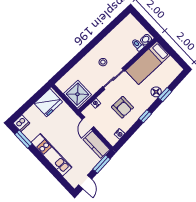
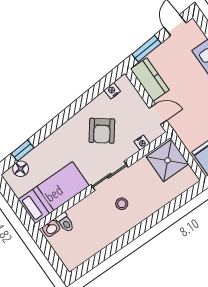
floor lamp: (156, 92) -> (21, 169), moved
window: (165, 95) -> (22, 151), moved
armchair: (122, 107) -> (102, 131), turned -143
window: (145, 116) -> (69, 112), removed
door: (88, 123) -> (158, 114), hinge flipped

